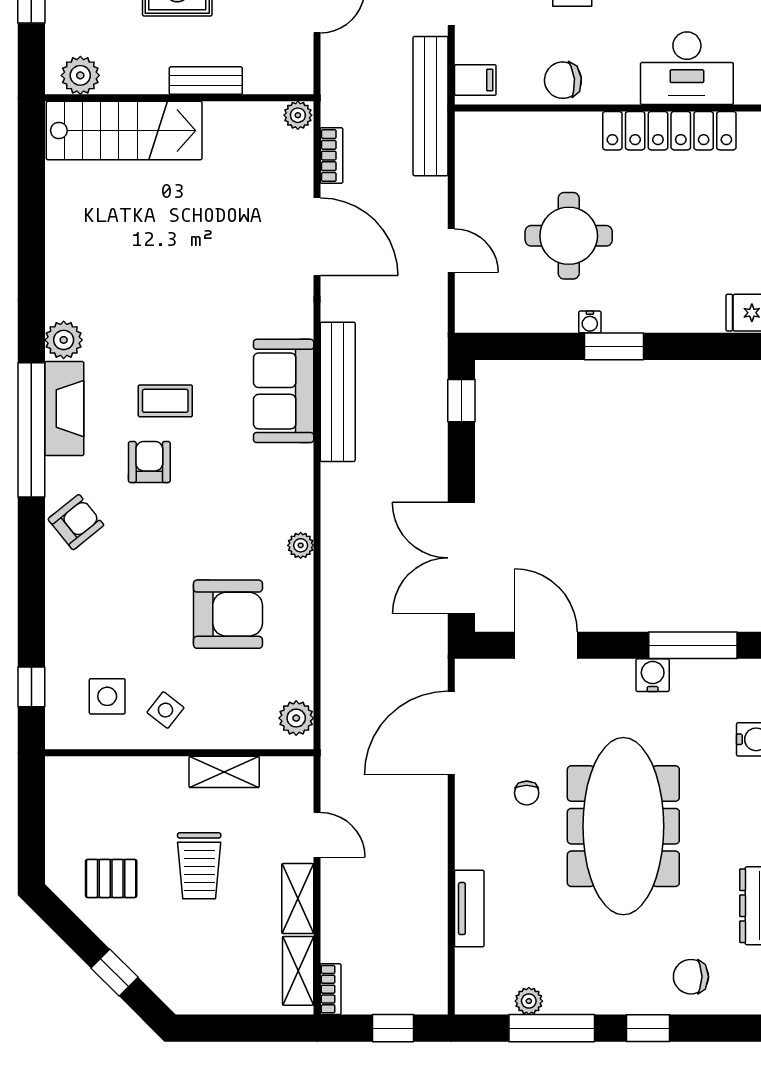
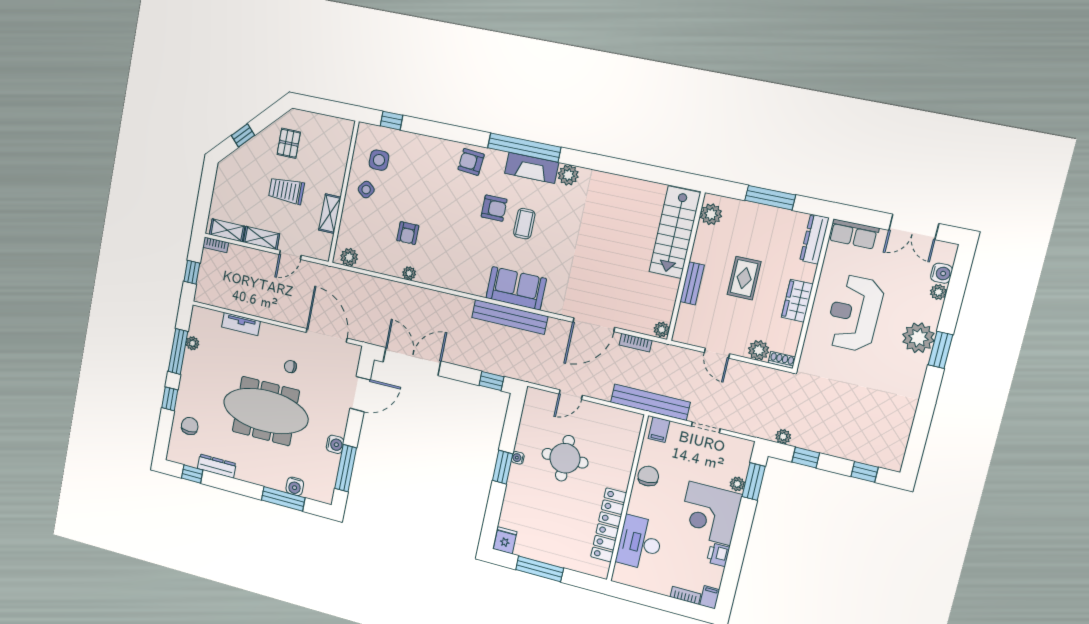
armchair: (76, 522) -> (471, 162), turned 134
plant: (301, 545) -> (409, 273), moved
armchair: (228, 614) -> (408, 233), width x0.53, depth x0.53

